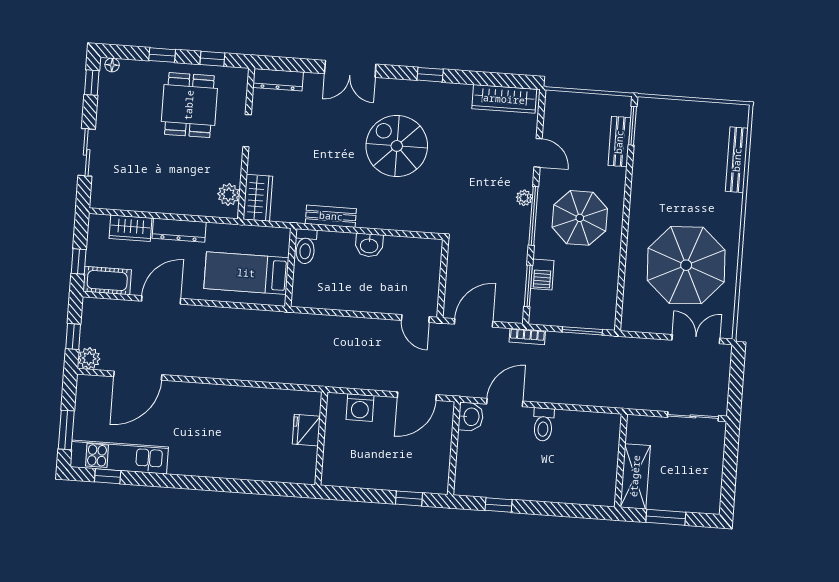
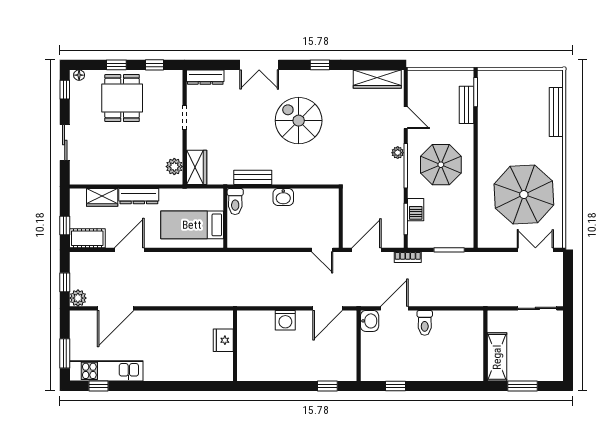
dining table: (189, 105) -> (122, 98), moved
fridge: (306, 430) -> (223, 340), moved
wall: (321, 439) -> (235, 346), moved

